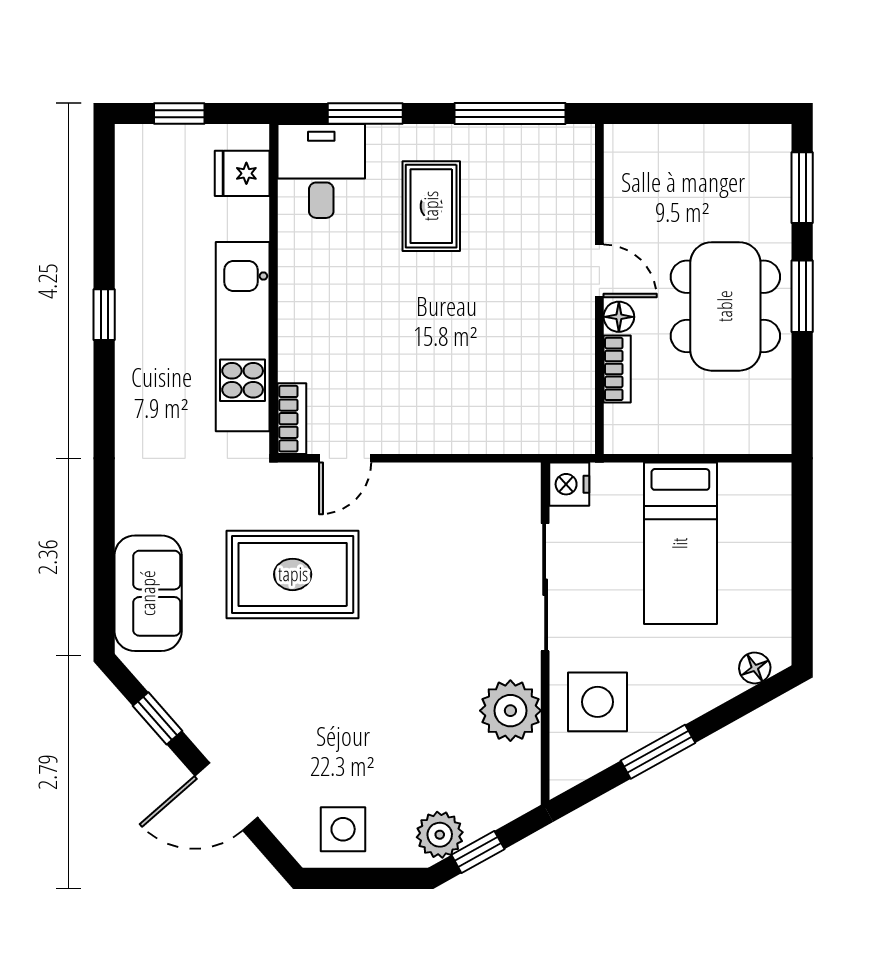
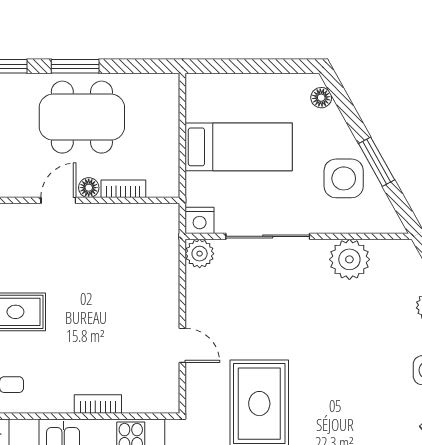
bookcase: (292, 419) -> (98, 404), moved
door: (345, 458) -> (182, 345), moved
plant: (519, 484) -> (200, 254), added
side table: (597, 702) -> (344, 178), moved

